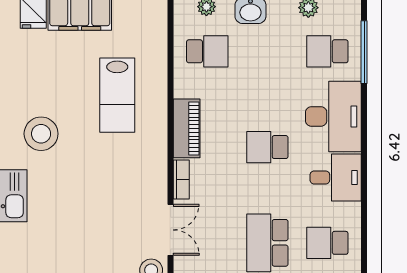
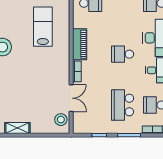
lab bench: (117, 95) -> (43, 27), turned 180

